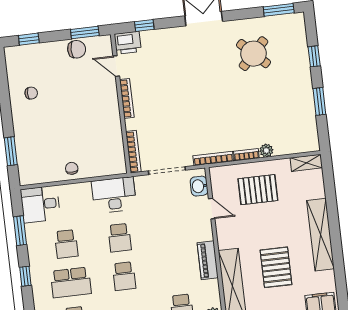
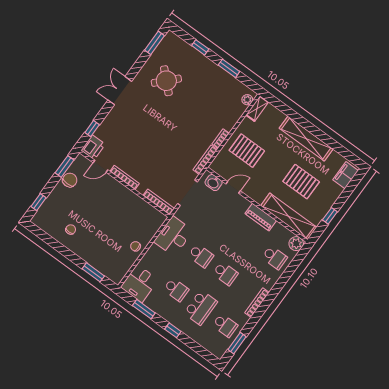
plant: (266, 150) -> (247, 100), moved
pallet: (258, 190) -> (247, 151), turned 90

